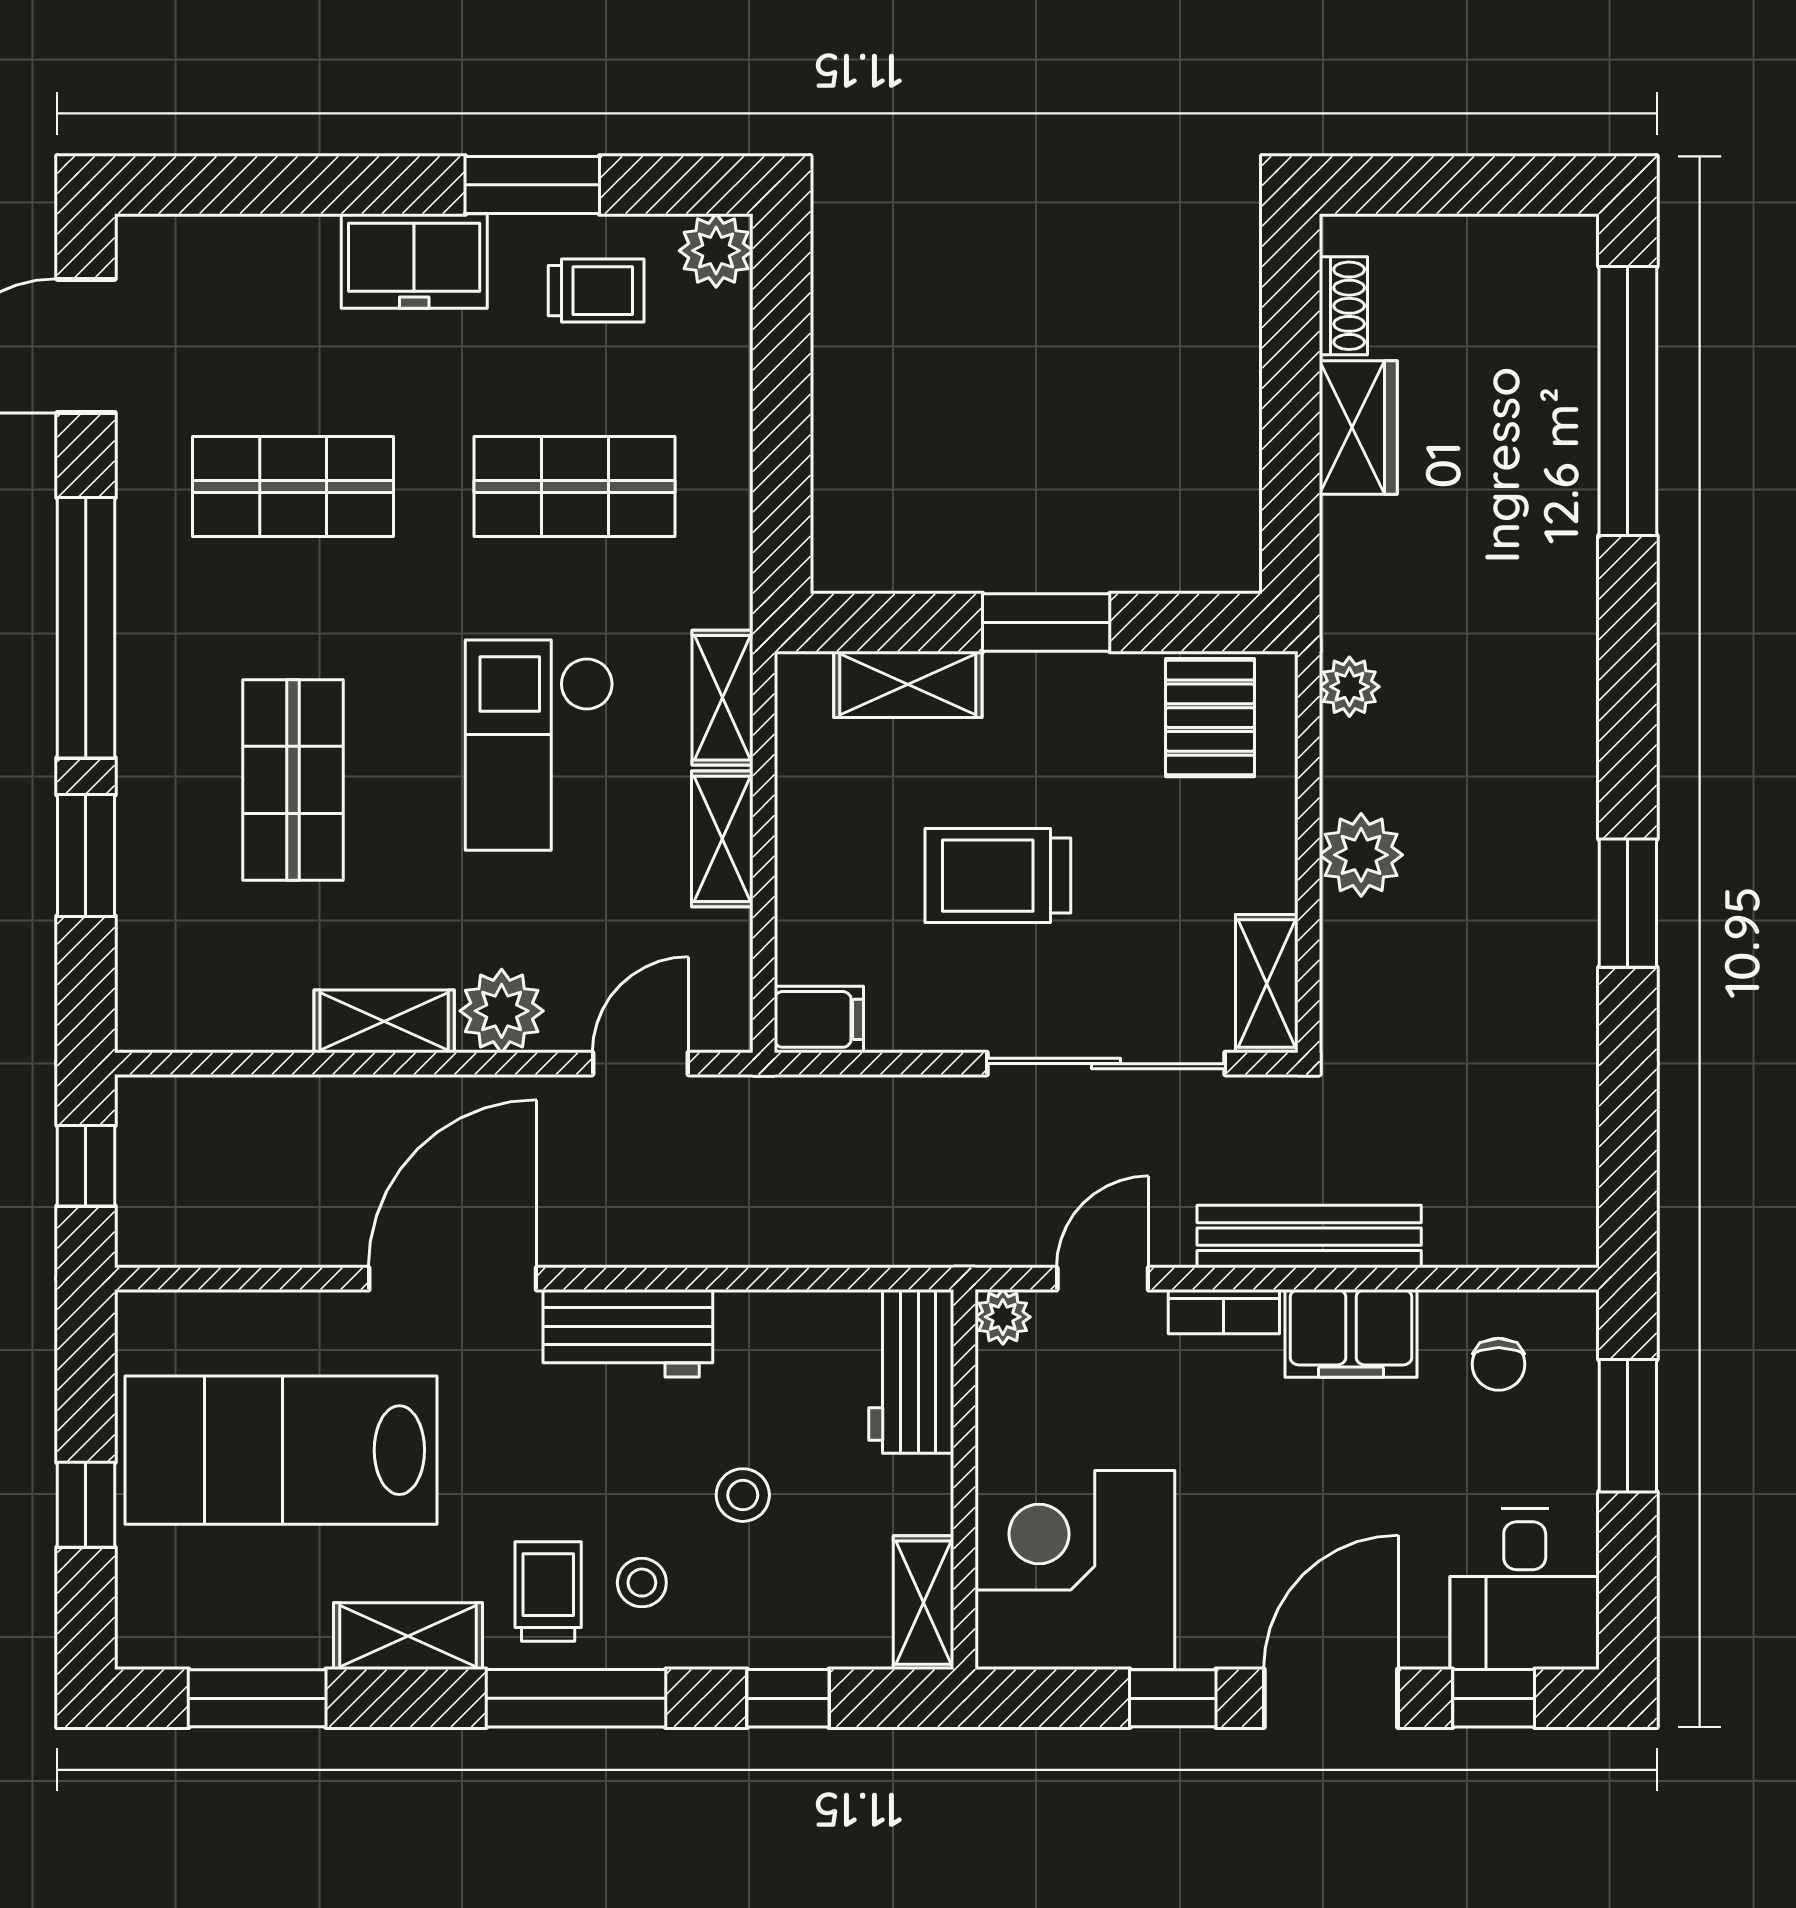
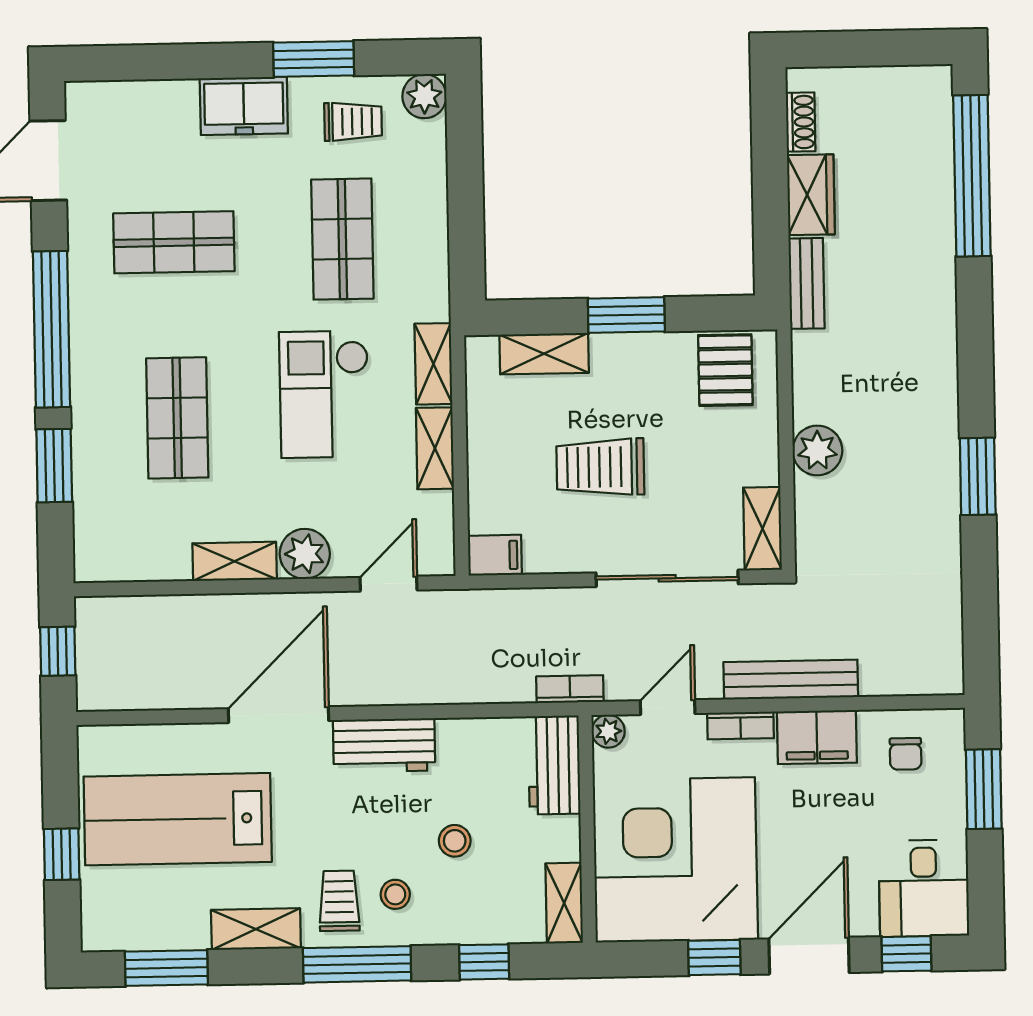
shop shelf: (575, 487) -> (342, 239), turned 90
bench: (1348, 576) -> (807, 283), added
plant: (1349, 687) -> (809, 350), removed
bookcase: (940, 1246) -> (570, 689), added
corner desk: (1075, 1570) -> (675, 860), width x1.36, depth x1.36

